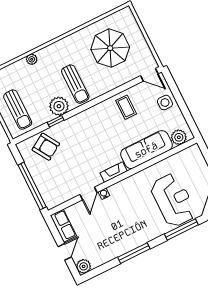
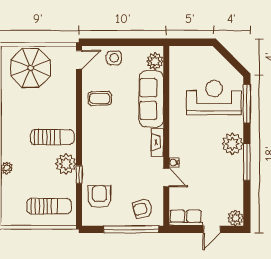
parasol: (110, 48) -> (31, 68), moved
armchair: (46, 147) -> (99, 197), turned -58
armchair: (54, 187) -> (143, 209), added
plant: (143, 234) -> (232, 144), added
door: (65, 252) -> (212, 229), swing flipped

